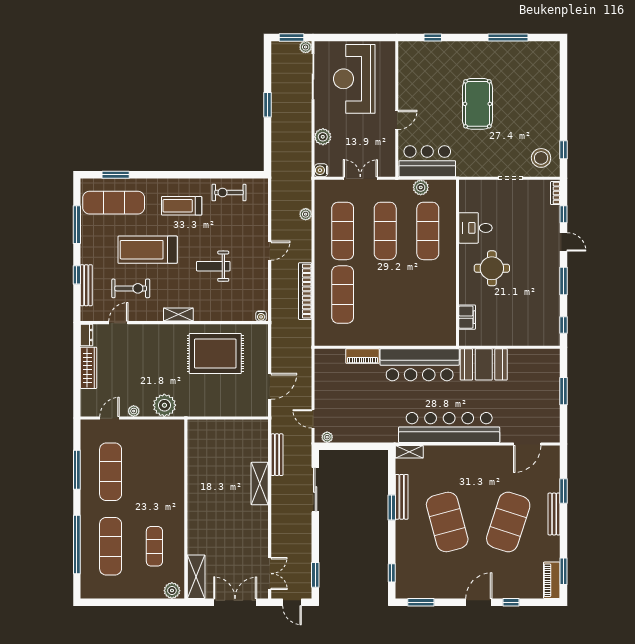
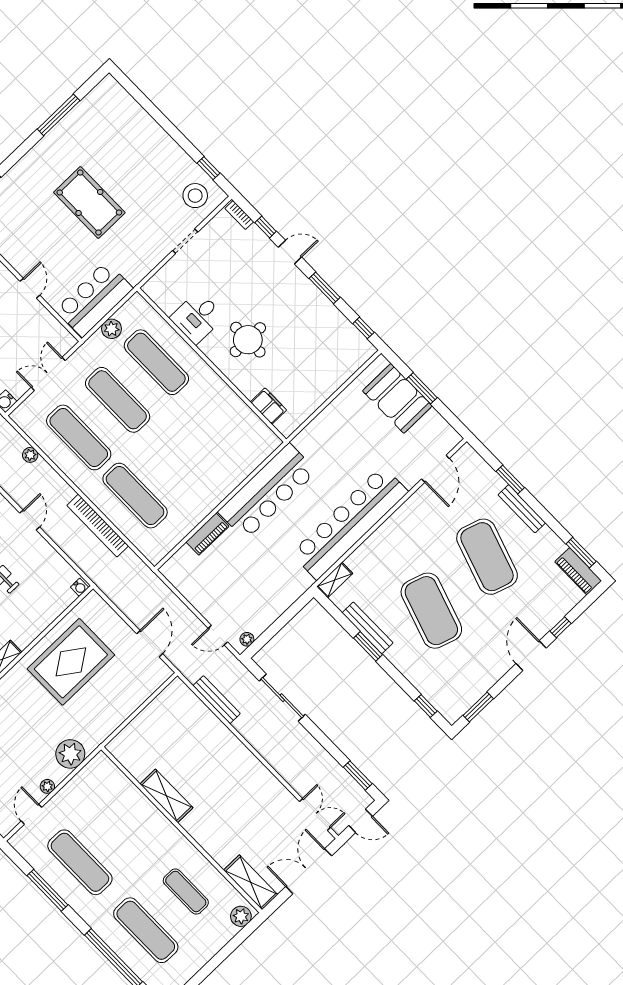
booth: (484, 364) -> (397, 398), moved, turned 90
shelving: (260, 484) -> (166, 796), moved
exercise mat: (447, 522) -> (431, 611), turned 33

